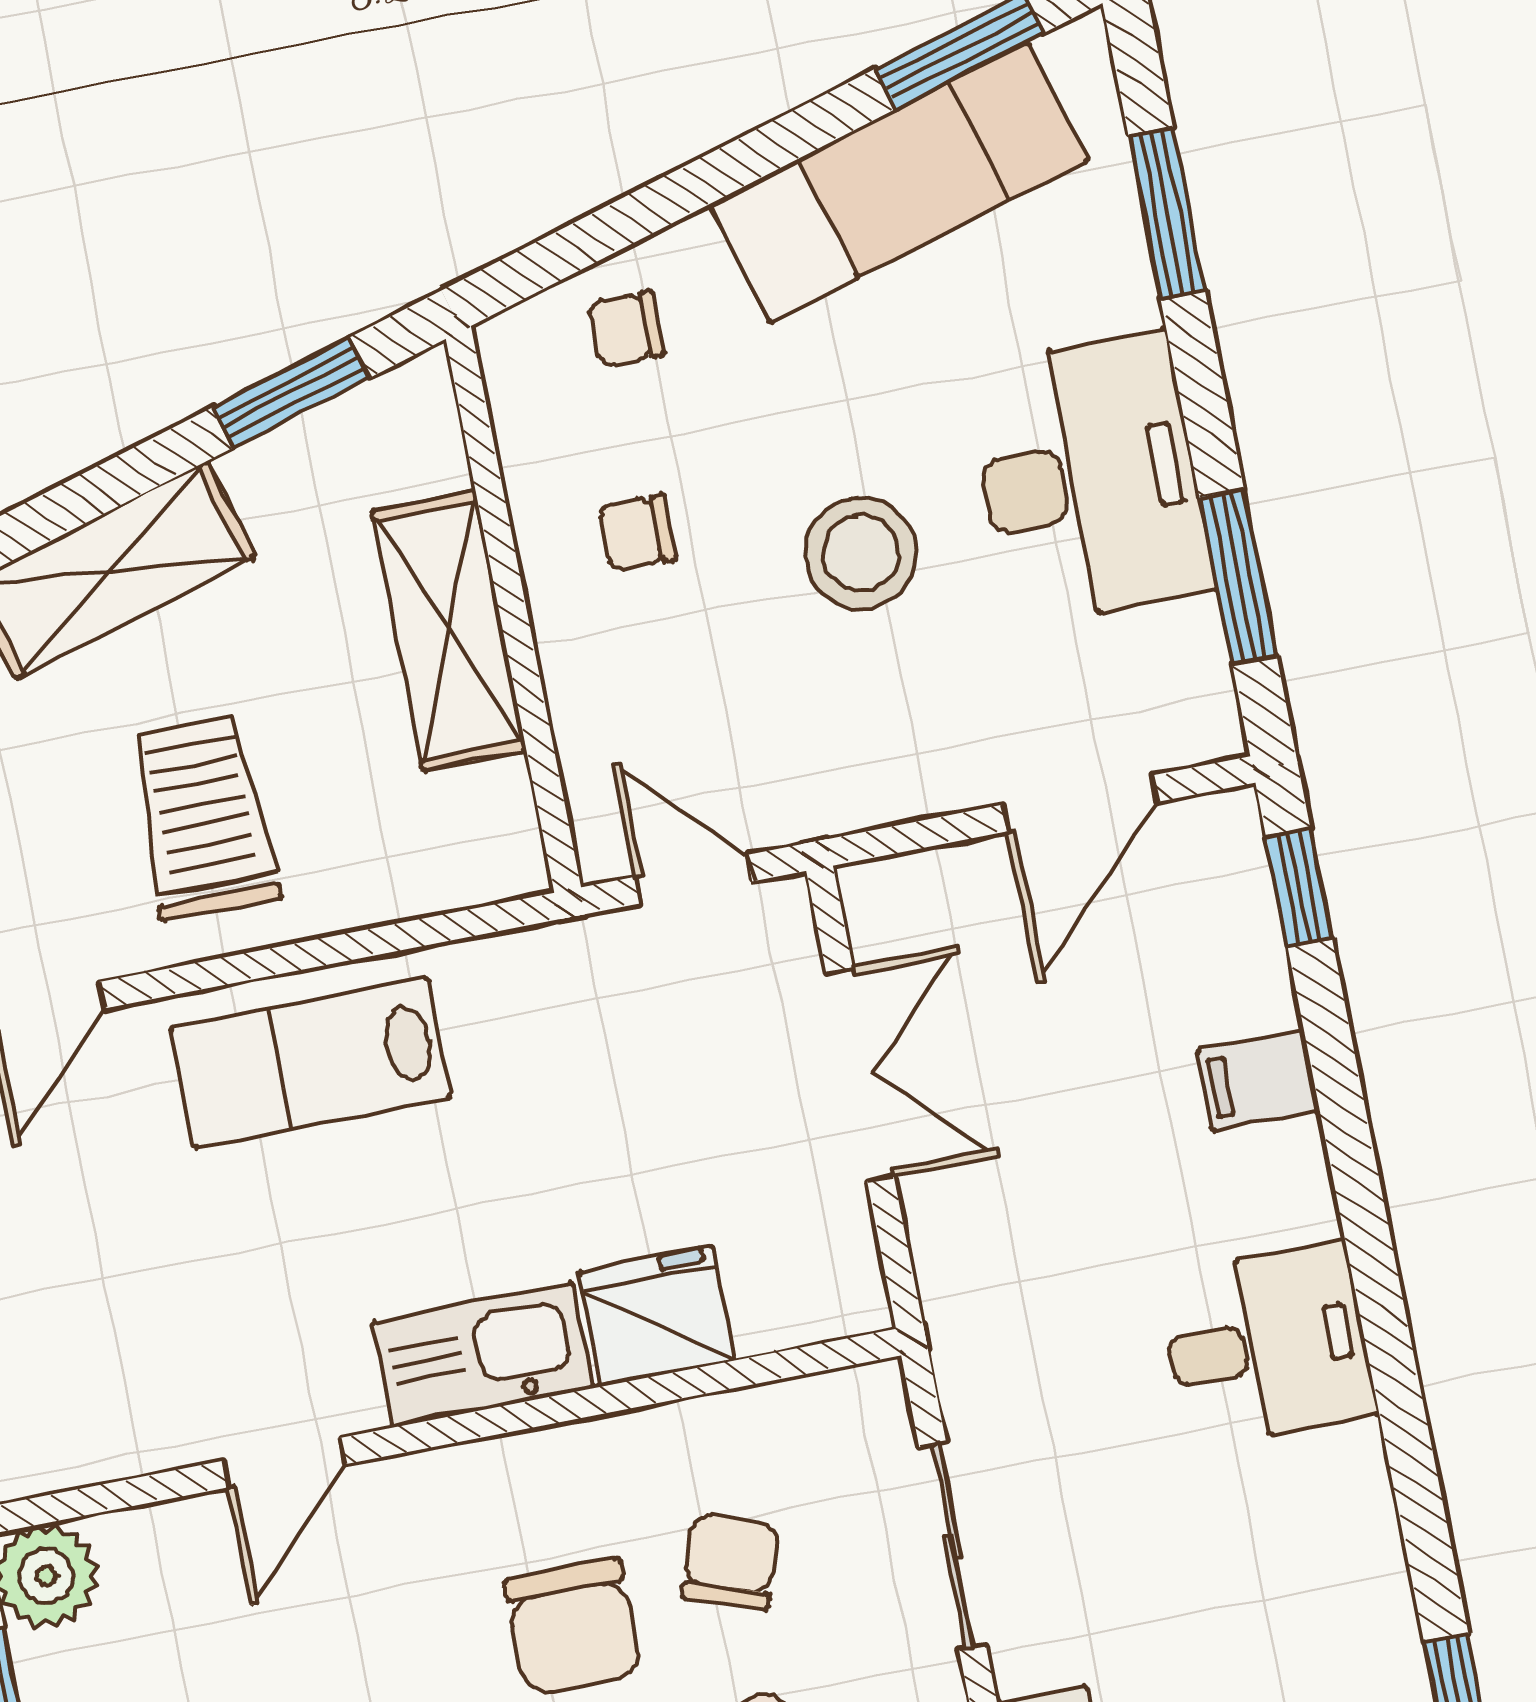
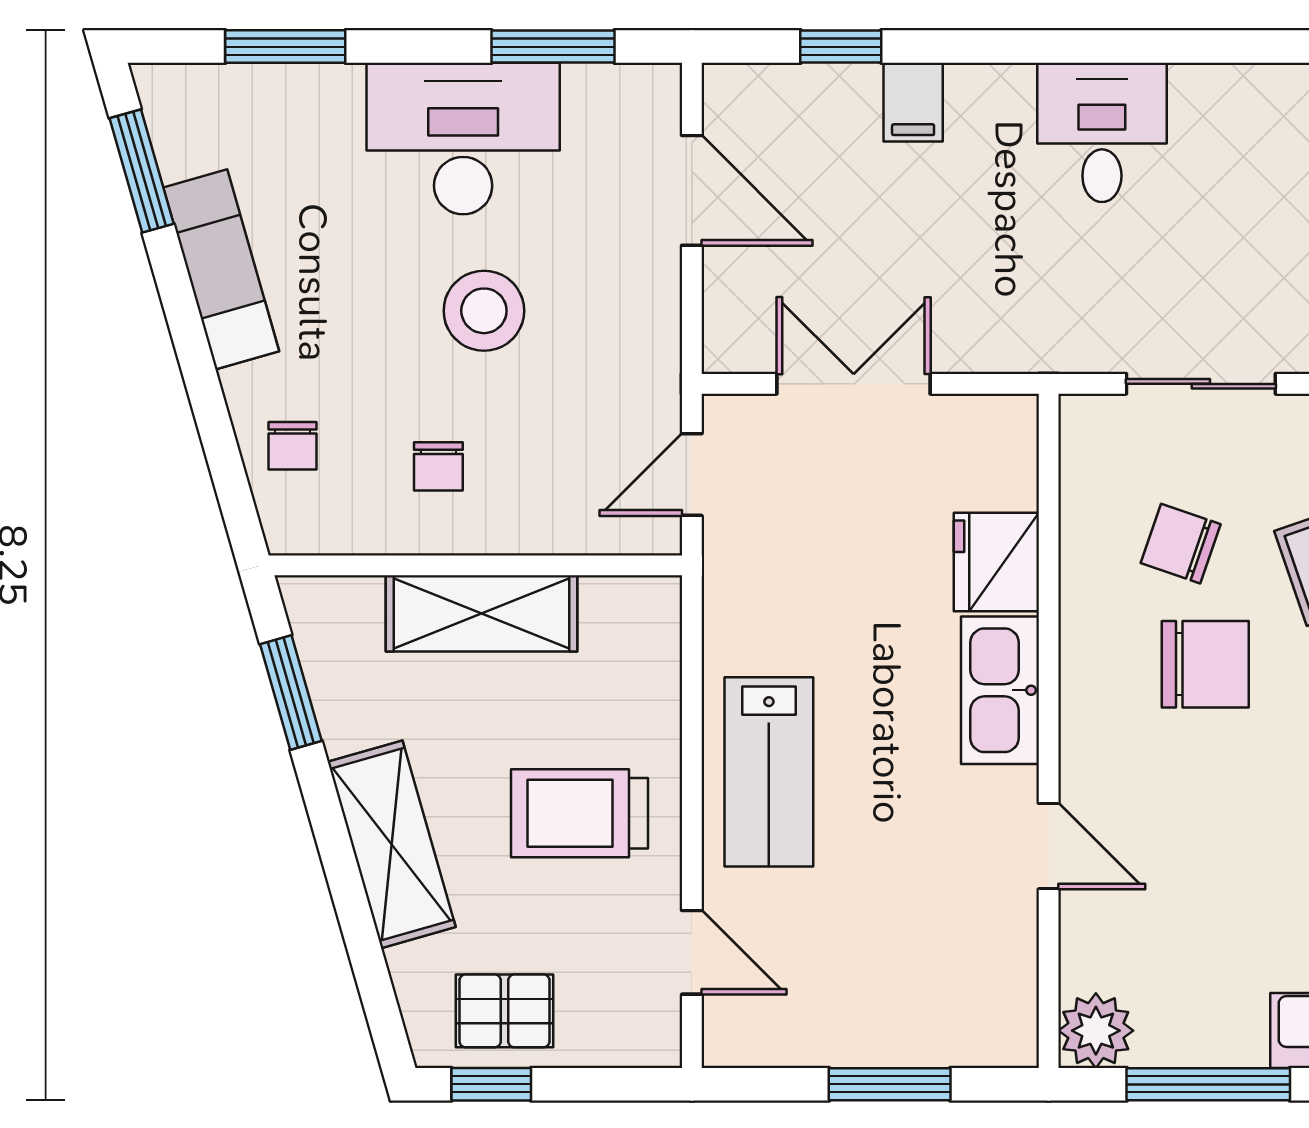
exam couch: (899, 182) -> (221, 269), width x0.73, depth x0.69
window: (1299, 887) -> (841, 47), moved

